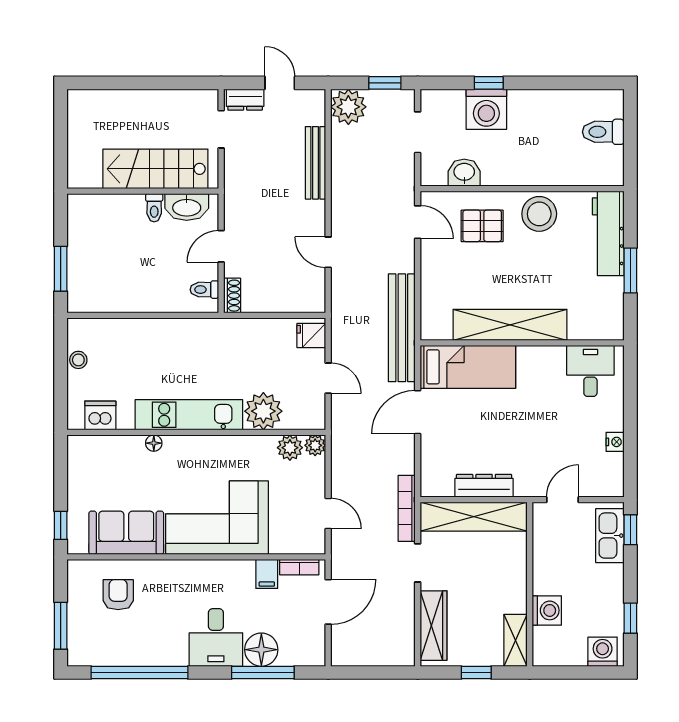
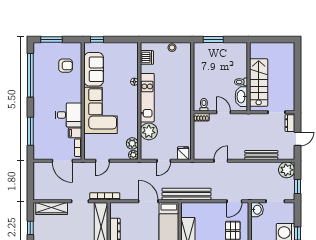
washbasin: (464, 173) -> (257, 210), moved
desk: (216, 637) -> (69, 115), moved, turned 180
floor lamp: (261, 650) -> (41, 130), removed

